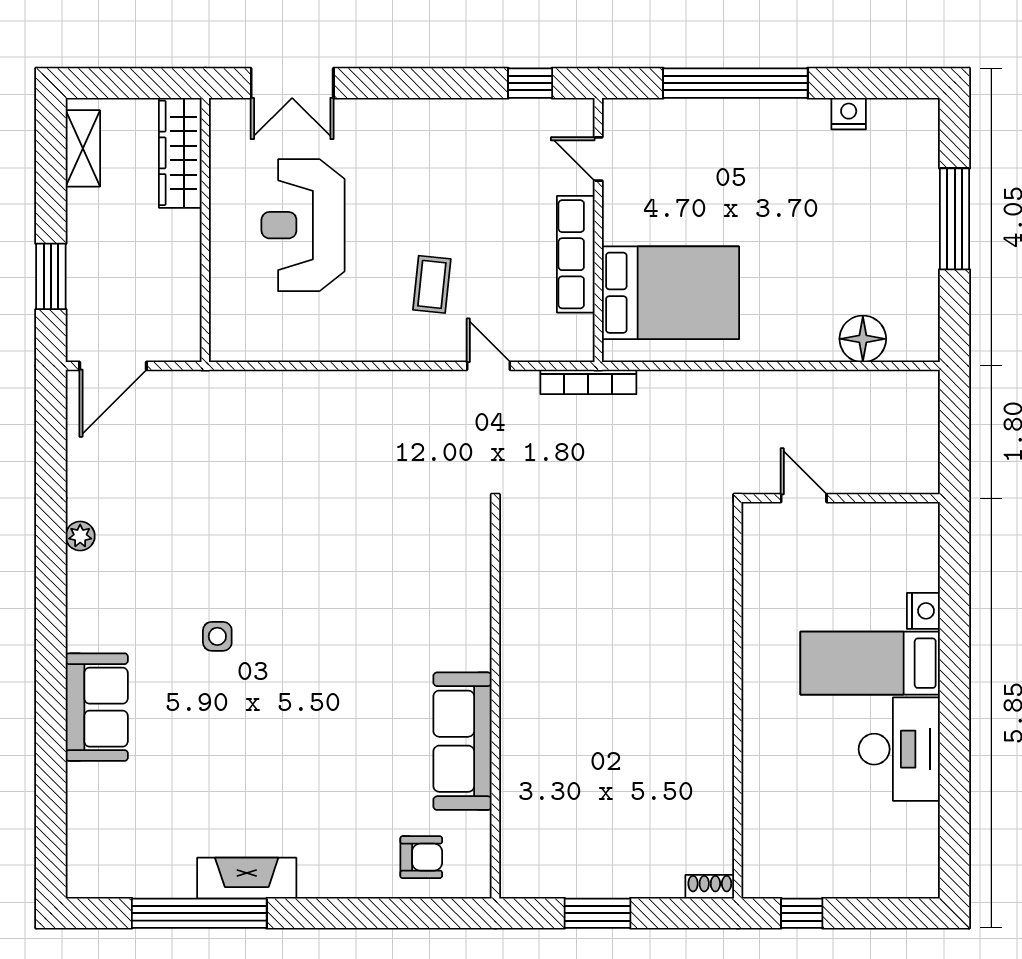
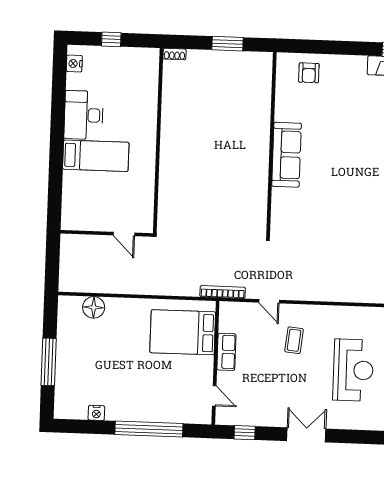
double door: (292, 83) -> (306, 435), moved
row of seats: (576, 254) -> (226, 352), width x0.68
nightstand: (923, 611) -> (74, 64), moved
sofa: (462, 741) -> (287, 155), moved
armchair: (421, 857) -> (309, 73), turned -90
window: (802, 913) -> (111, 39), moved

